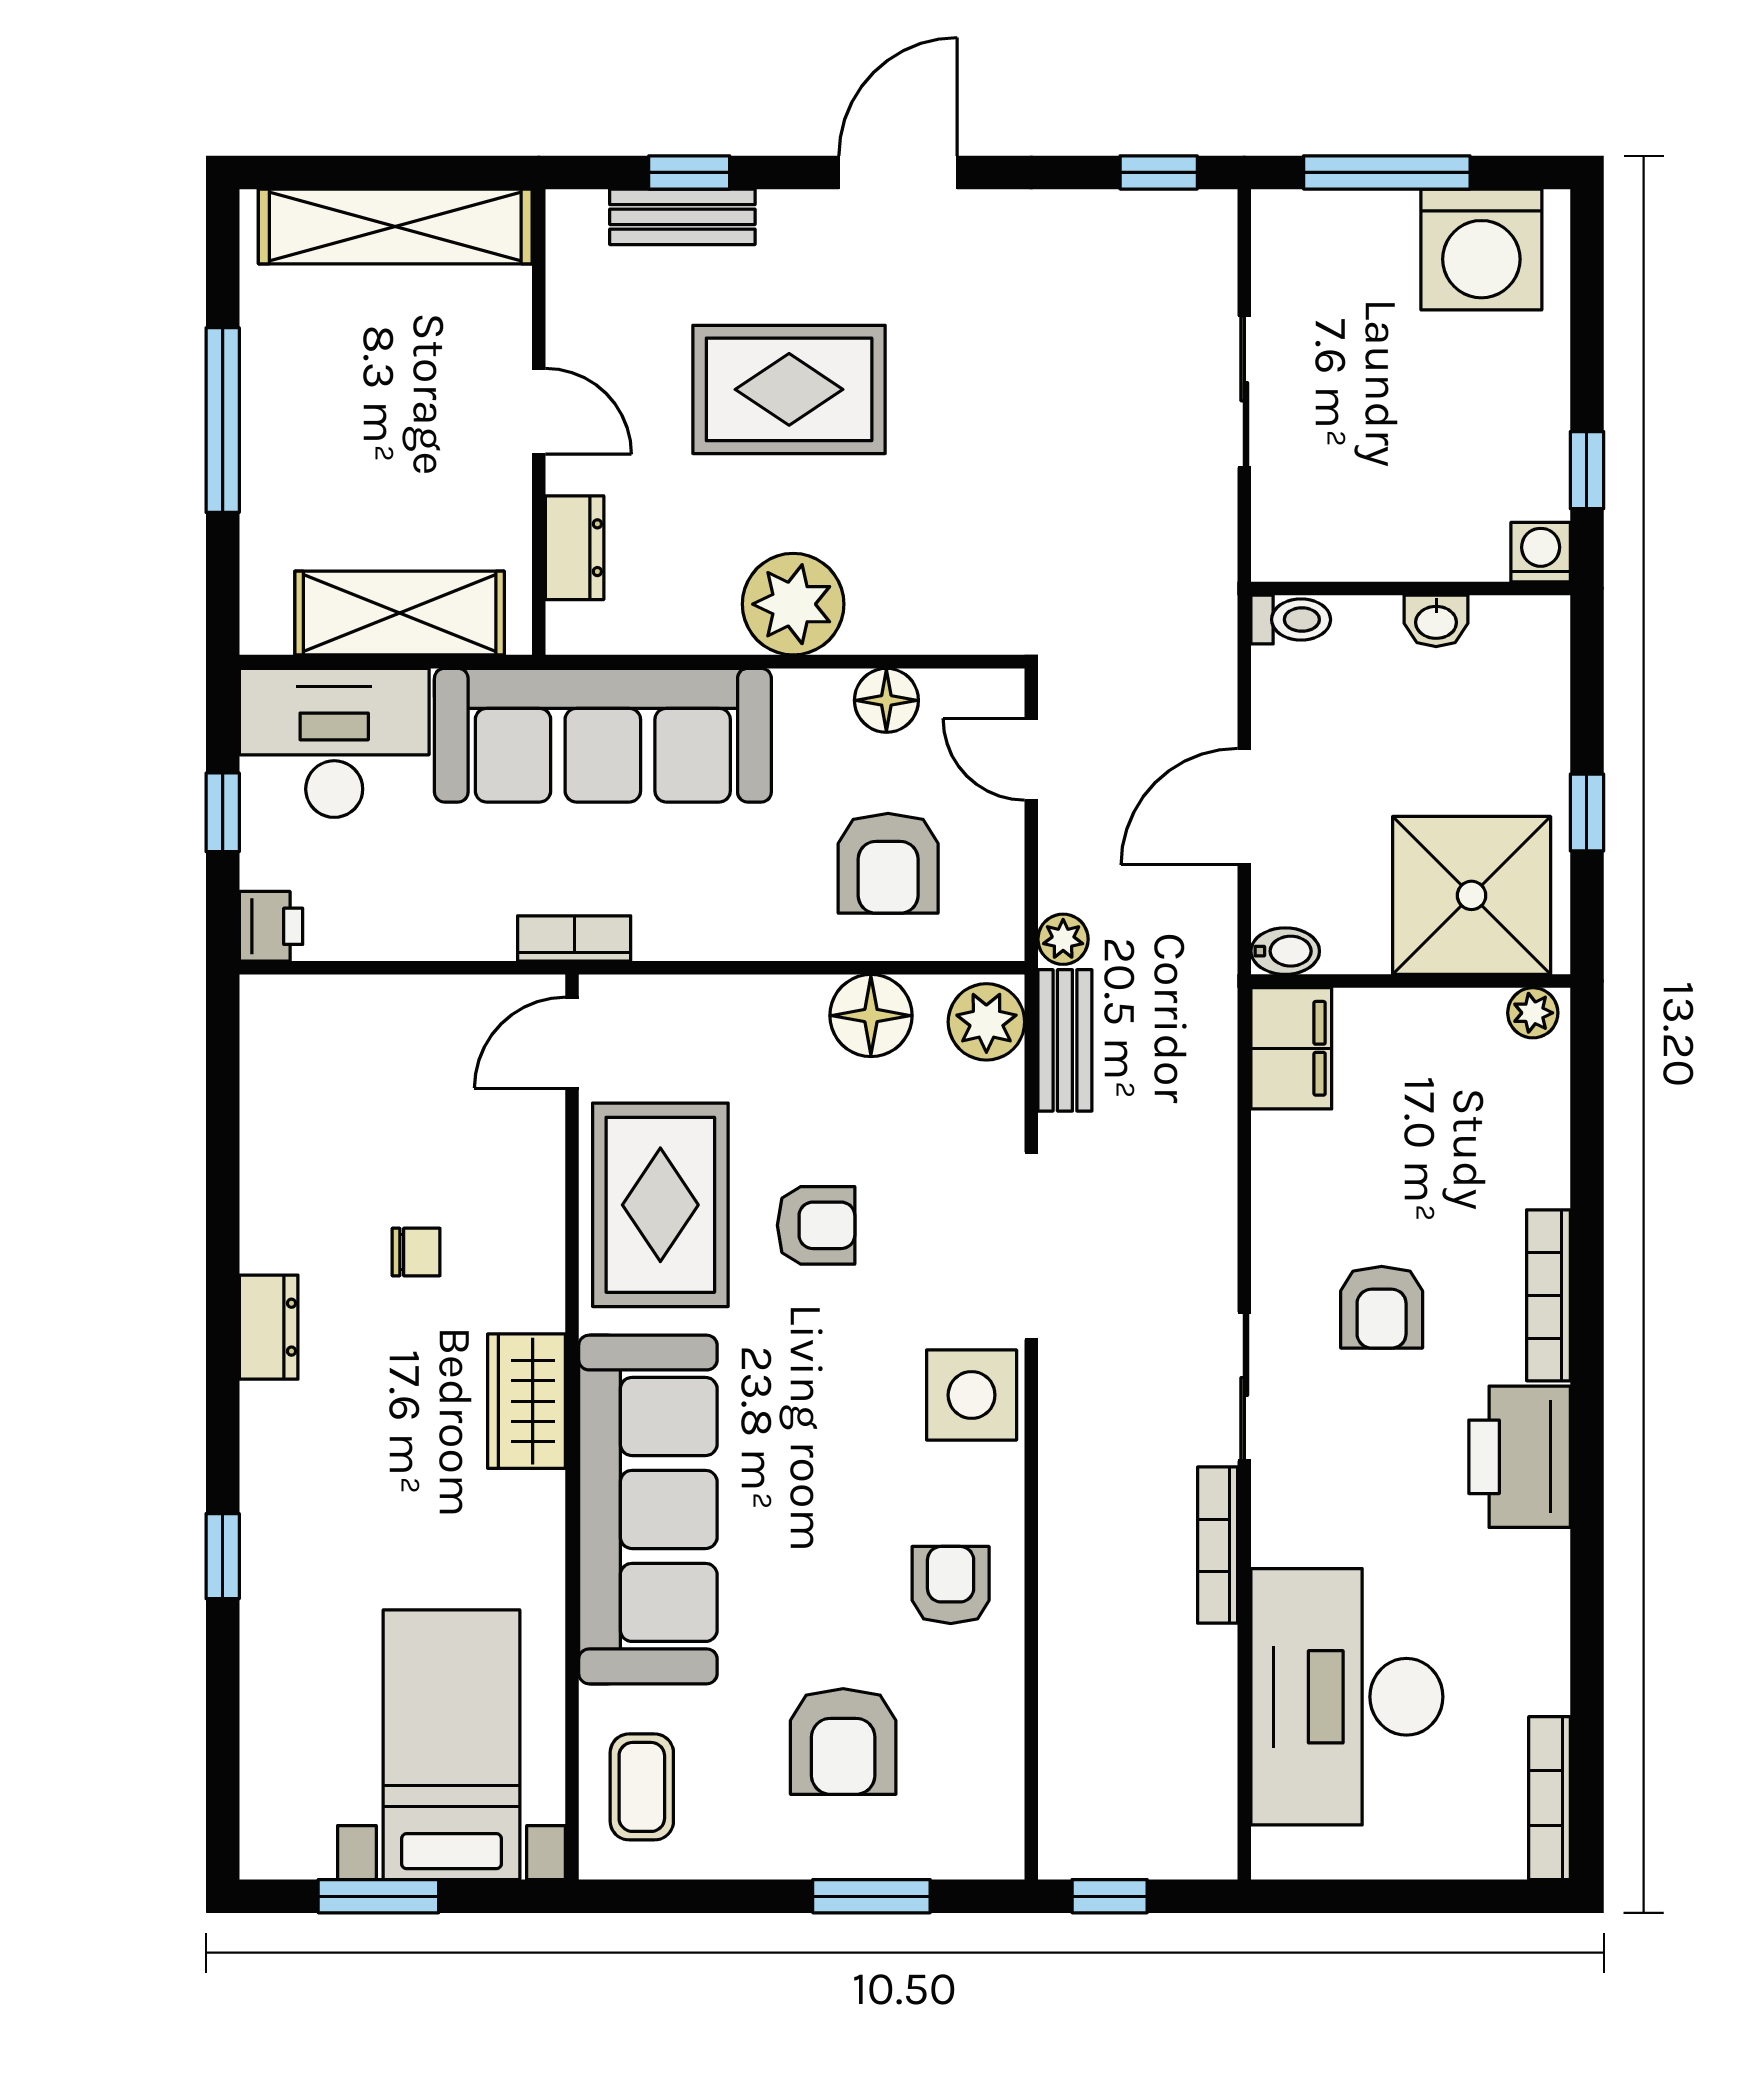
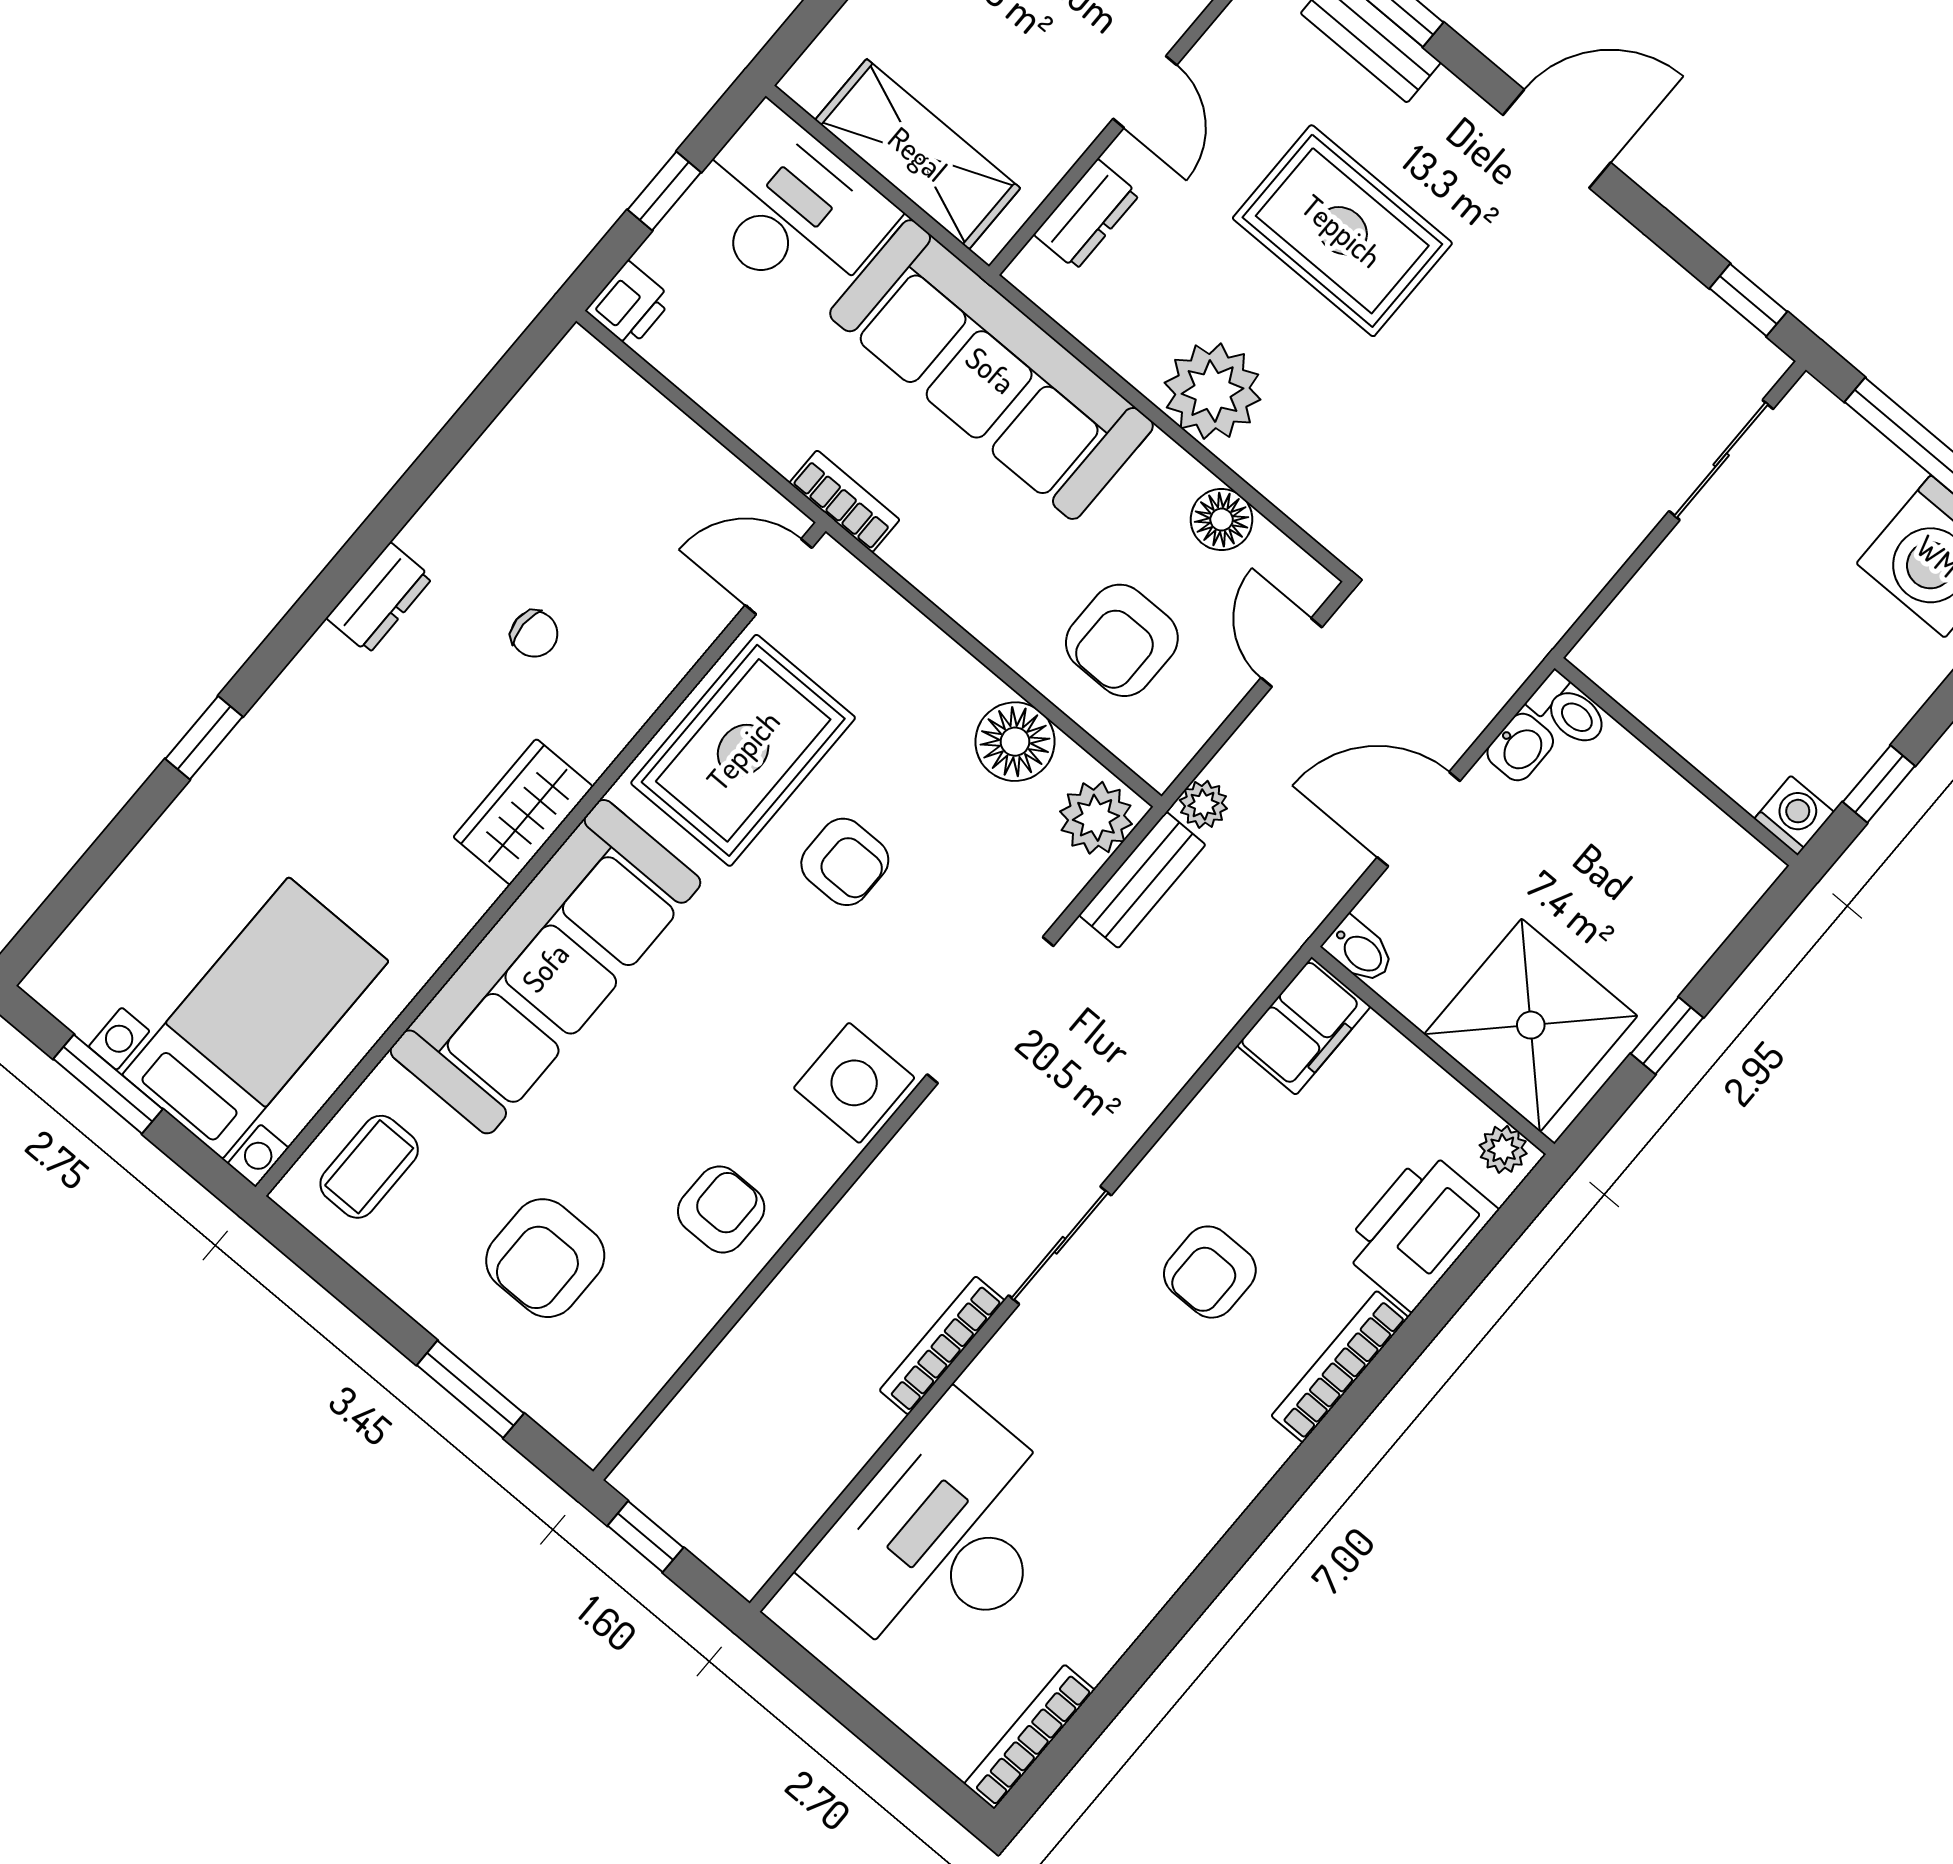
sliding door: (1244, 392) -> (1721, 460), moved
washbasin: (1436, 621) -> (1520, 747), moved, turned -90
printer: (1520, 1457) -> (1419, 1230), moved

